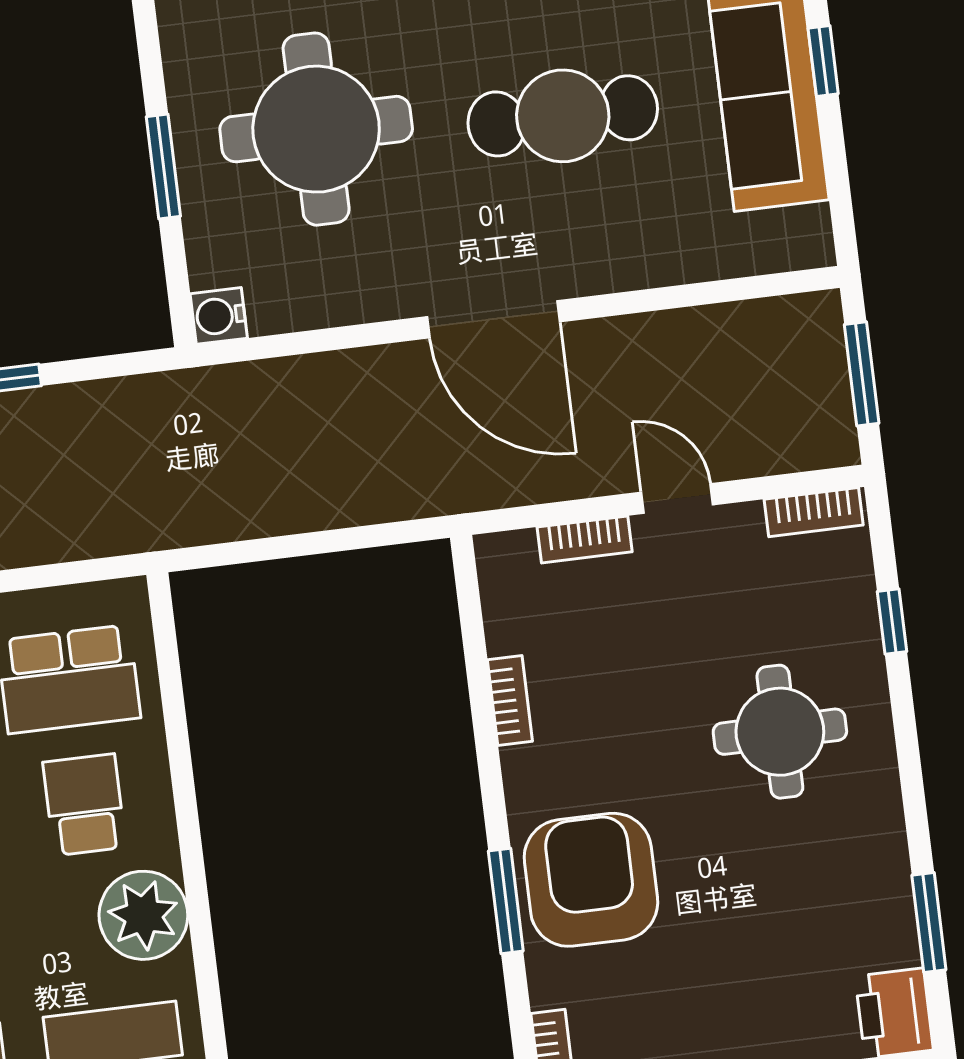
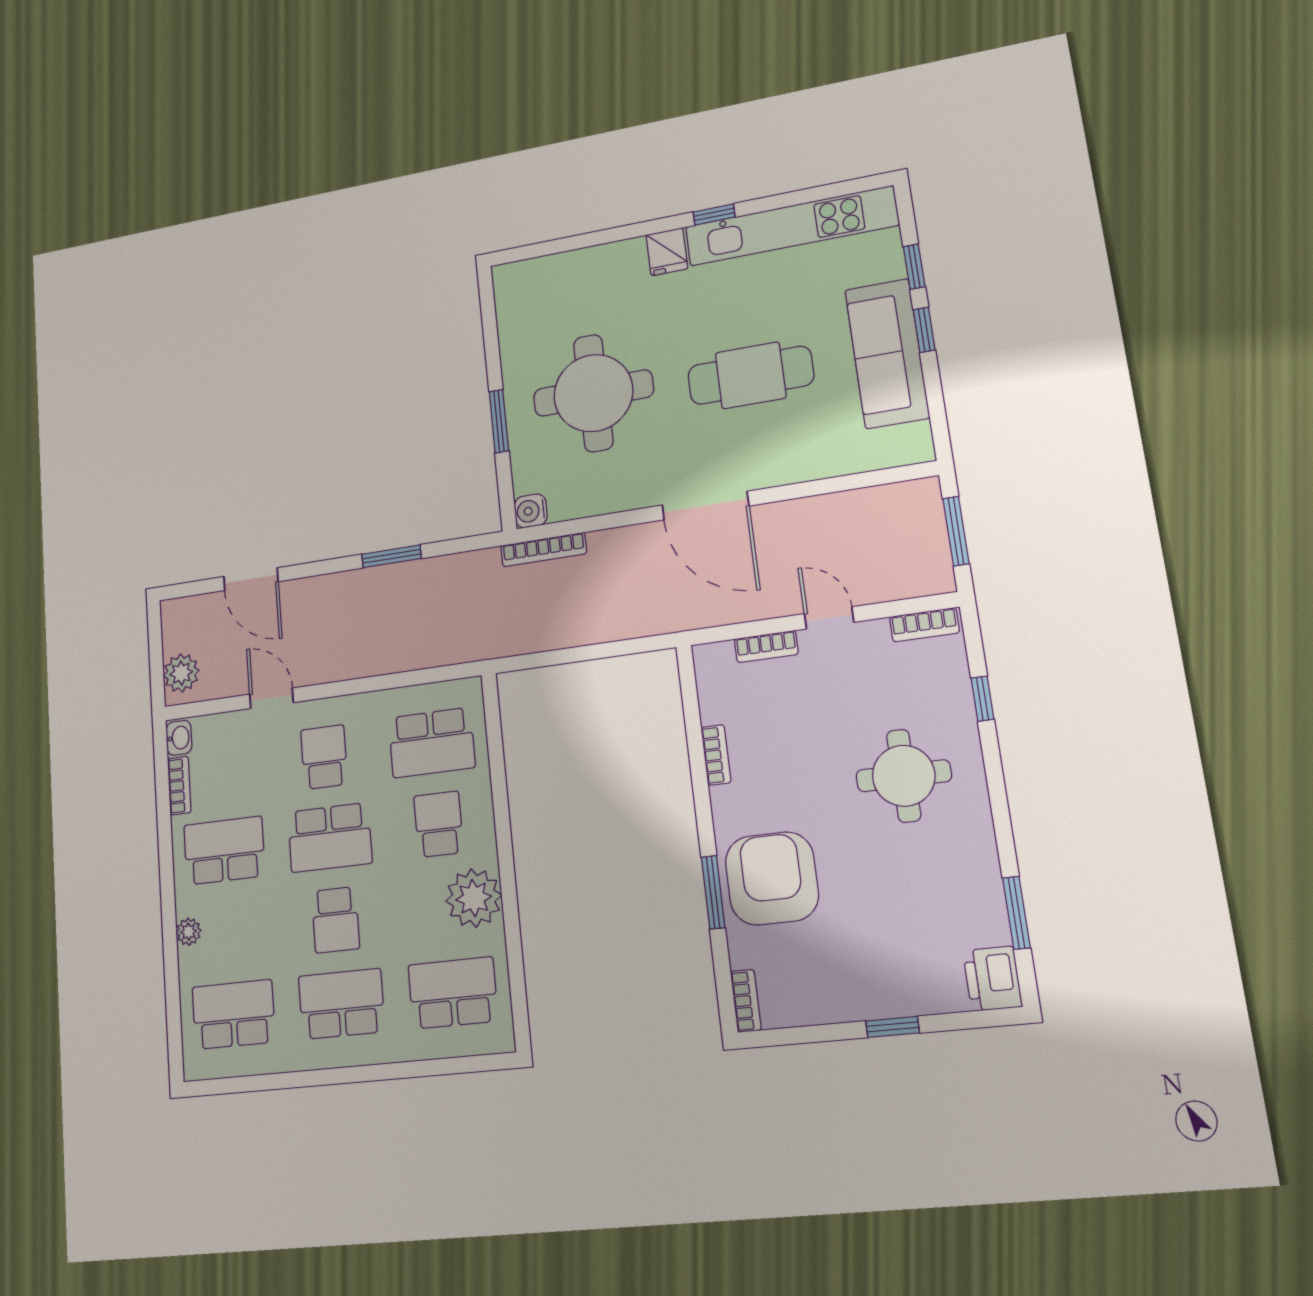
bookcase: (241, 379) -> (544, 550), added

